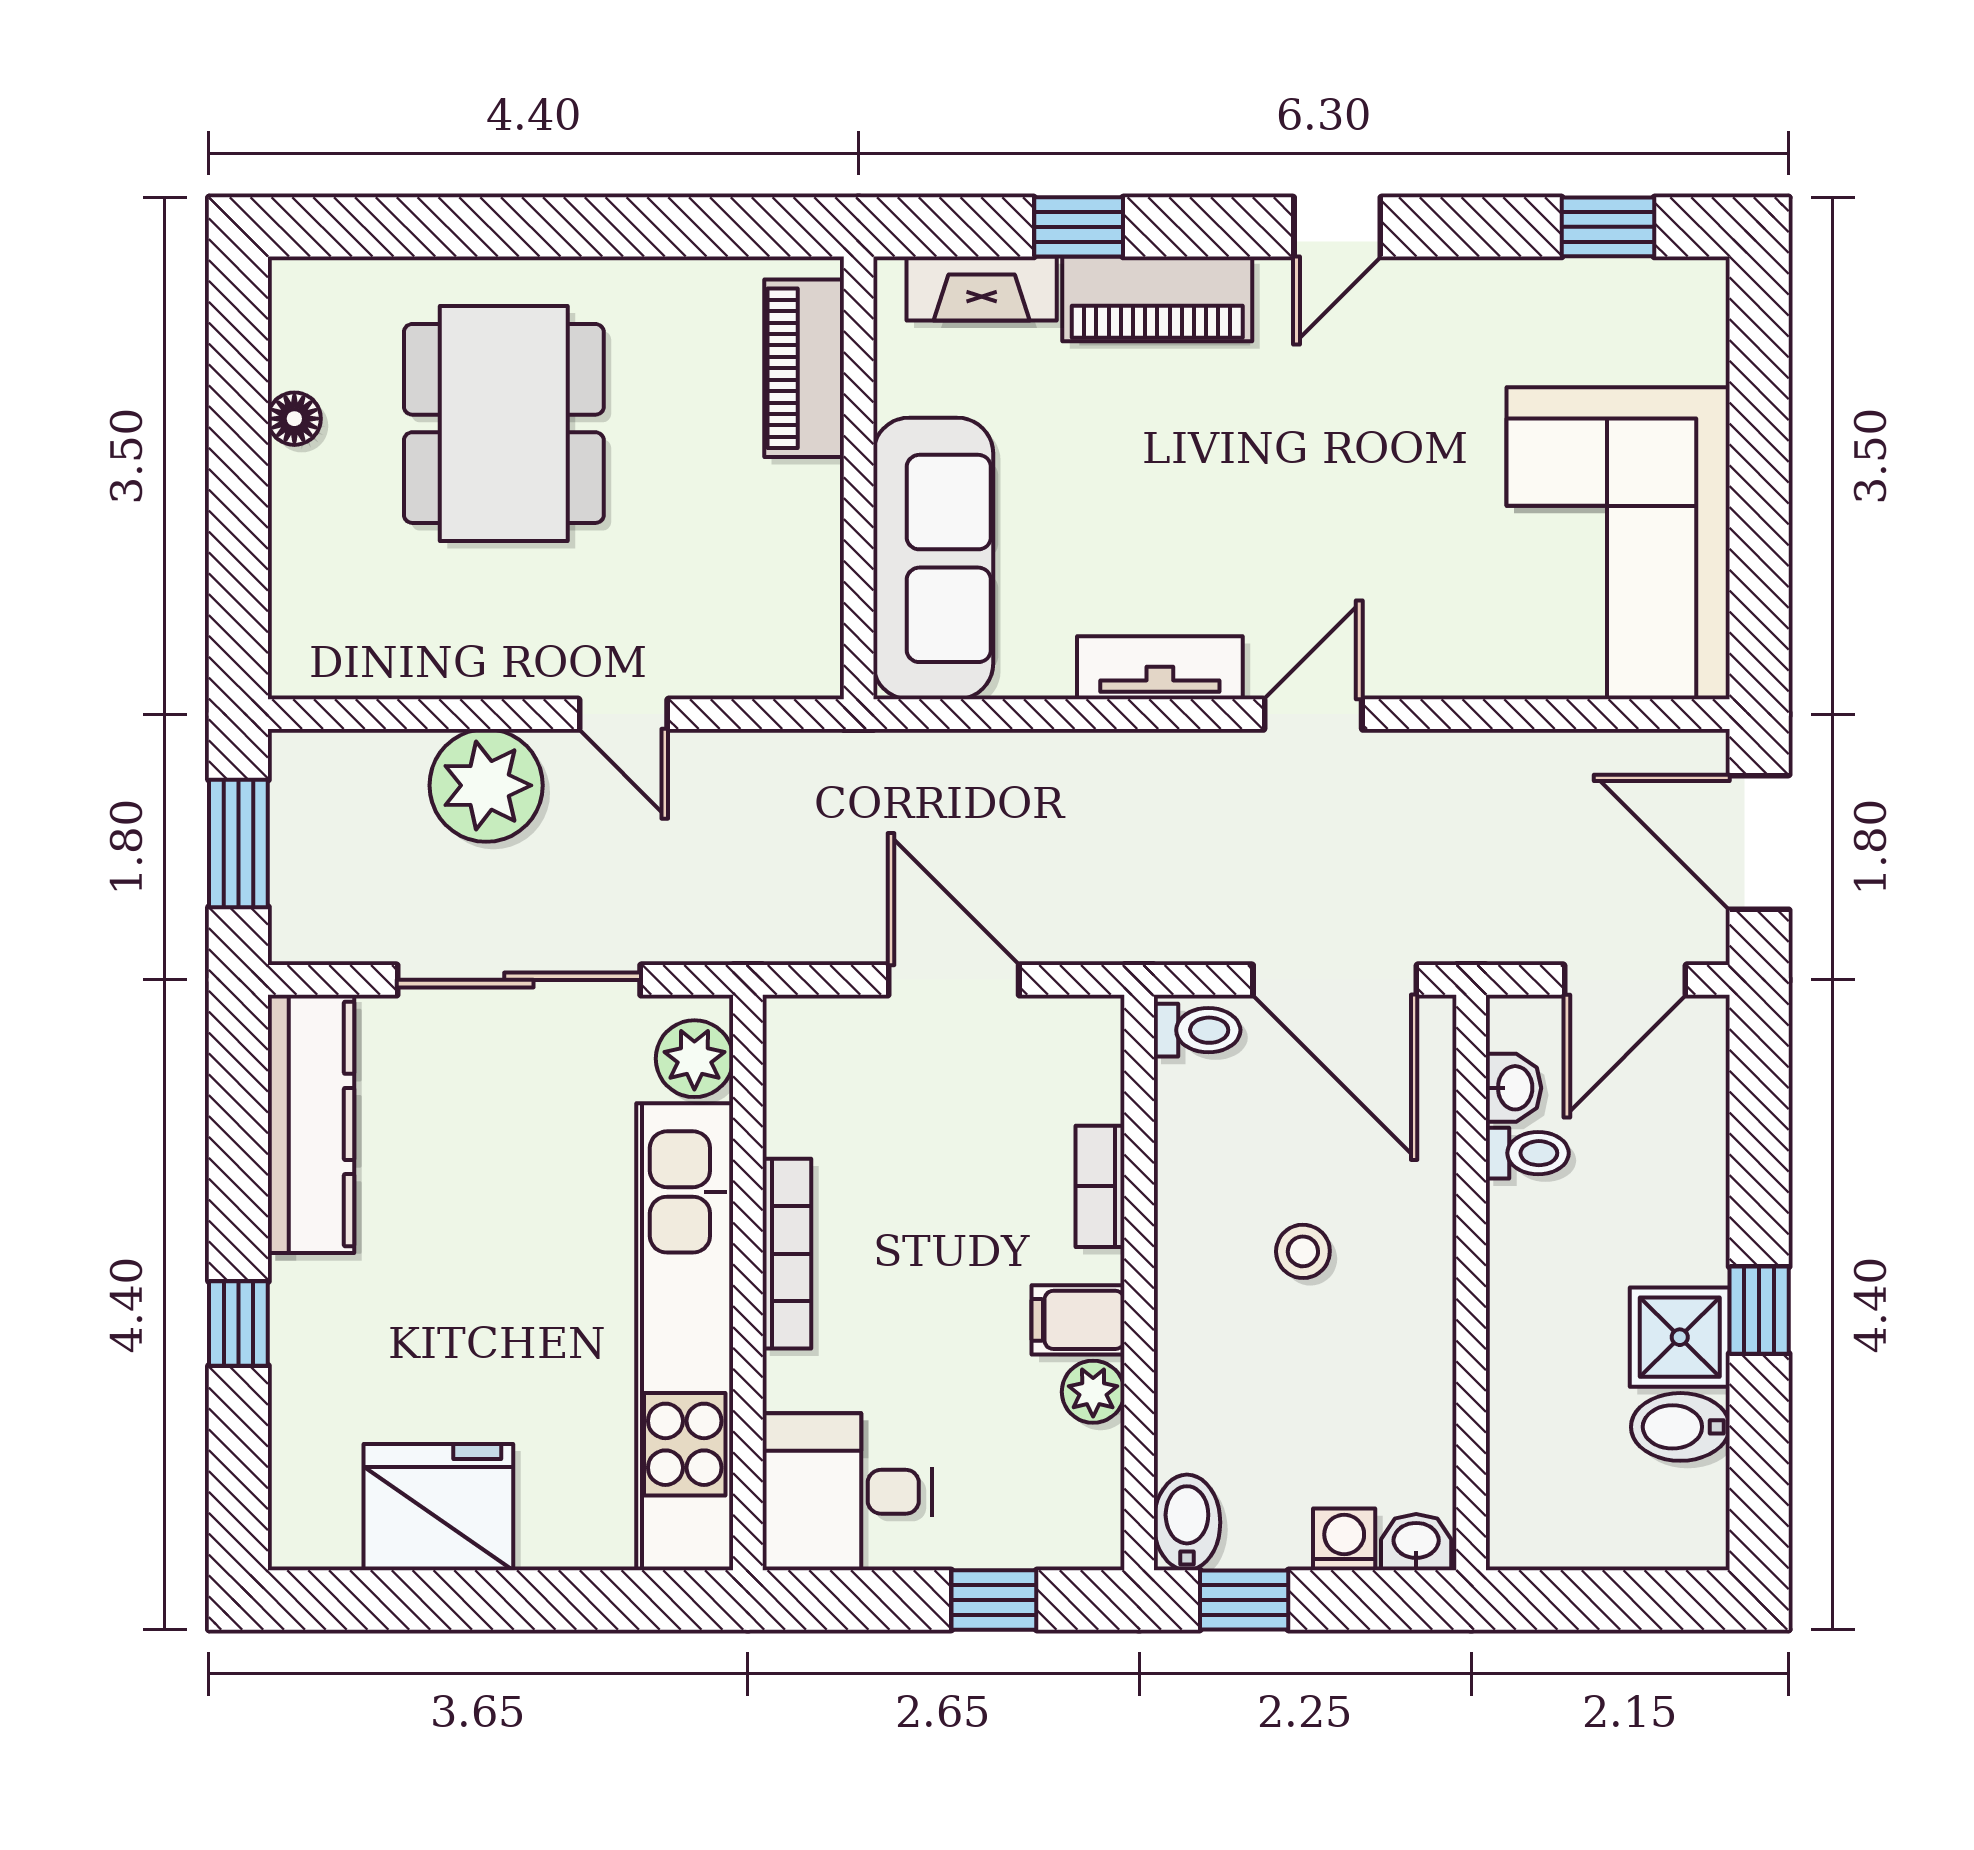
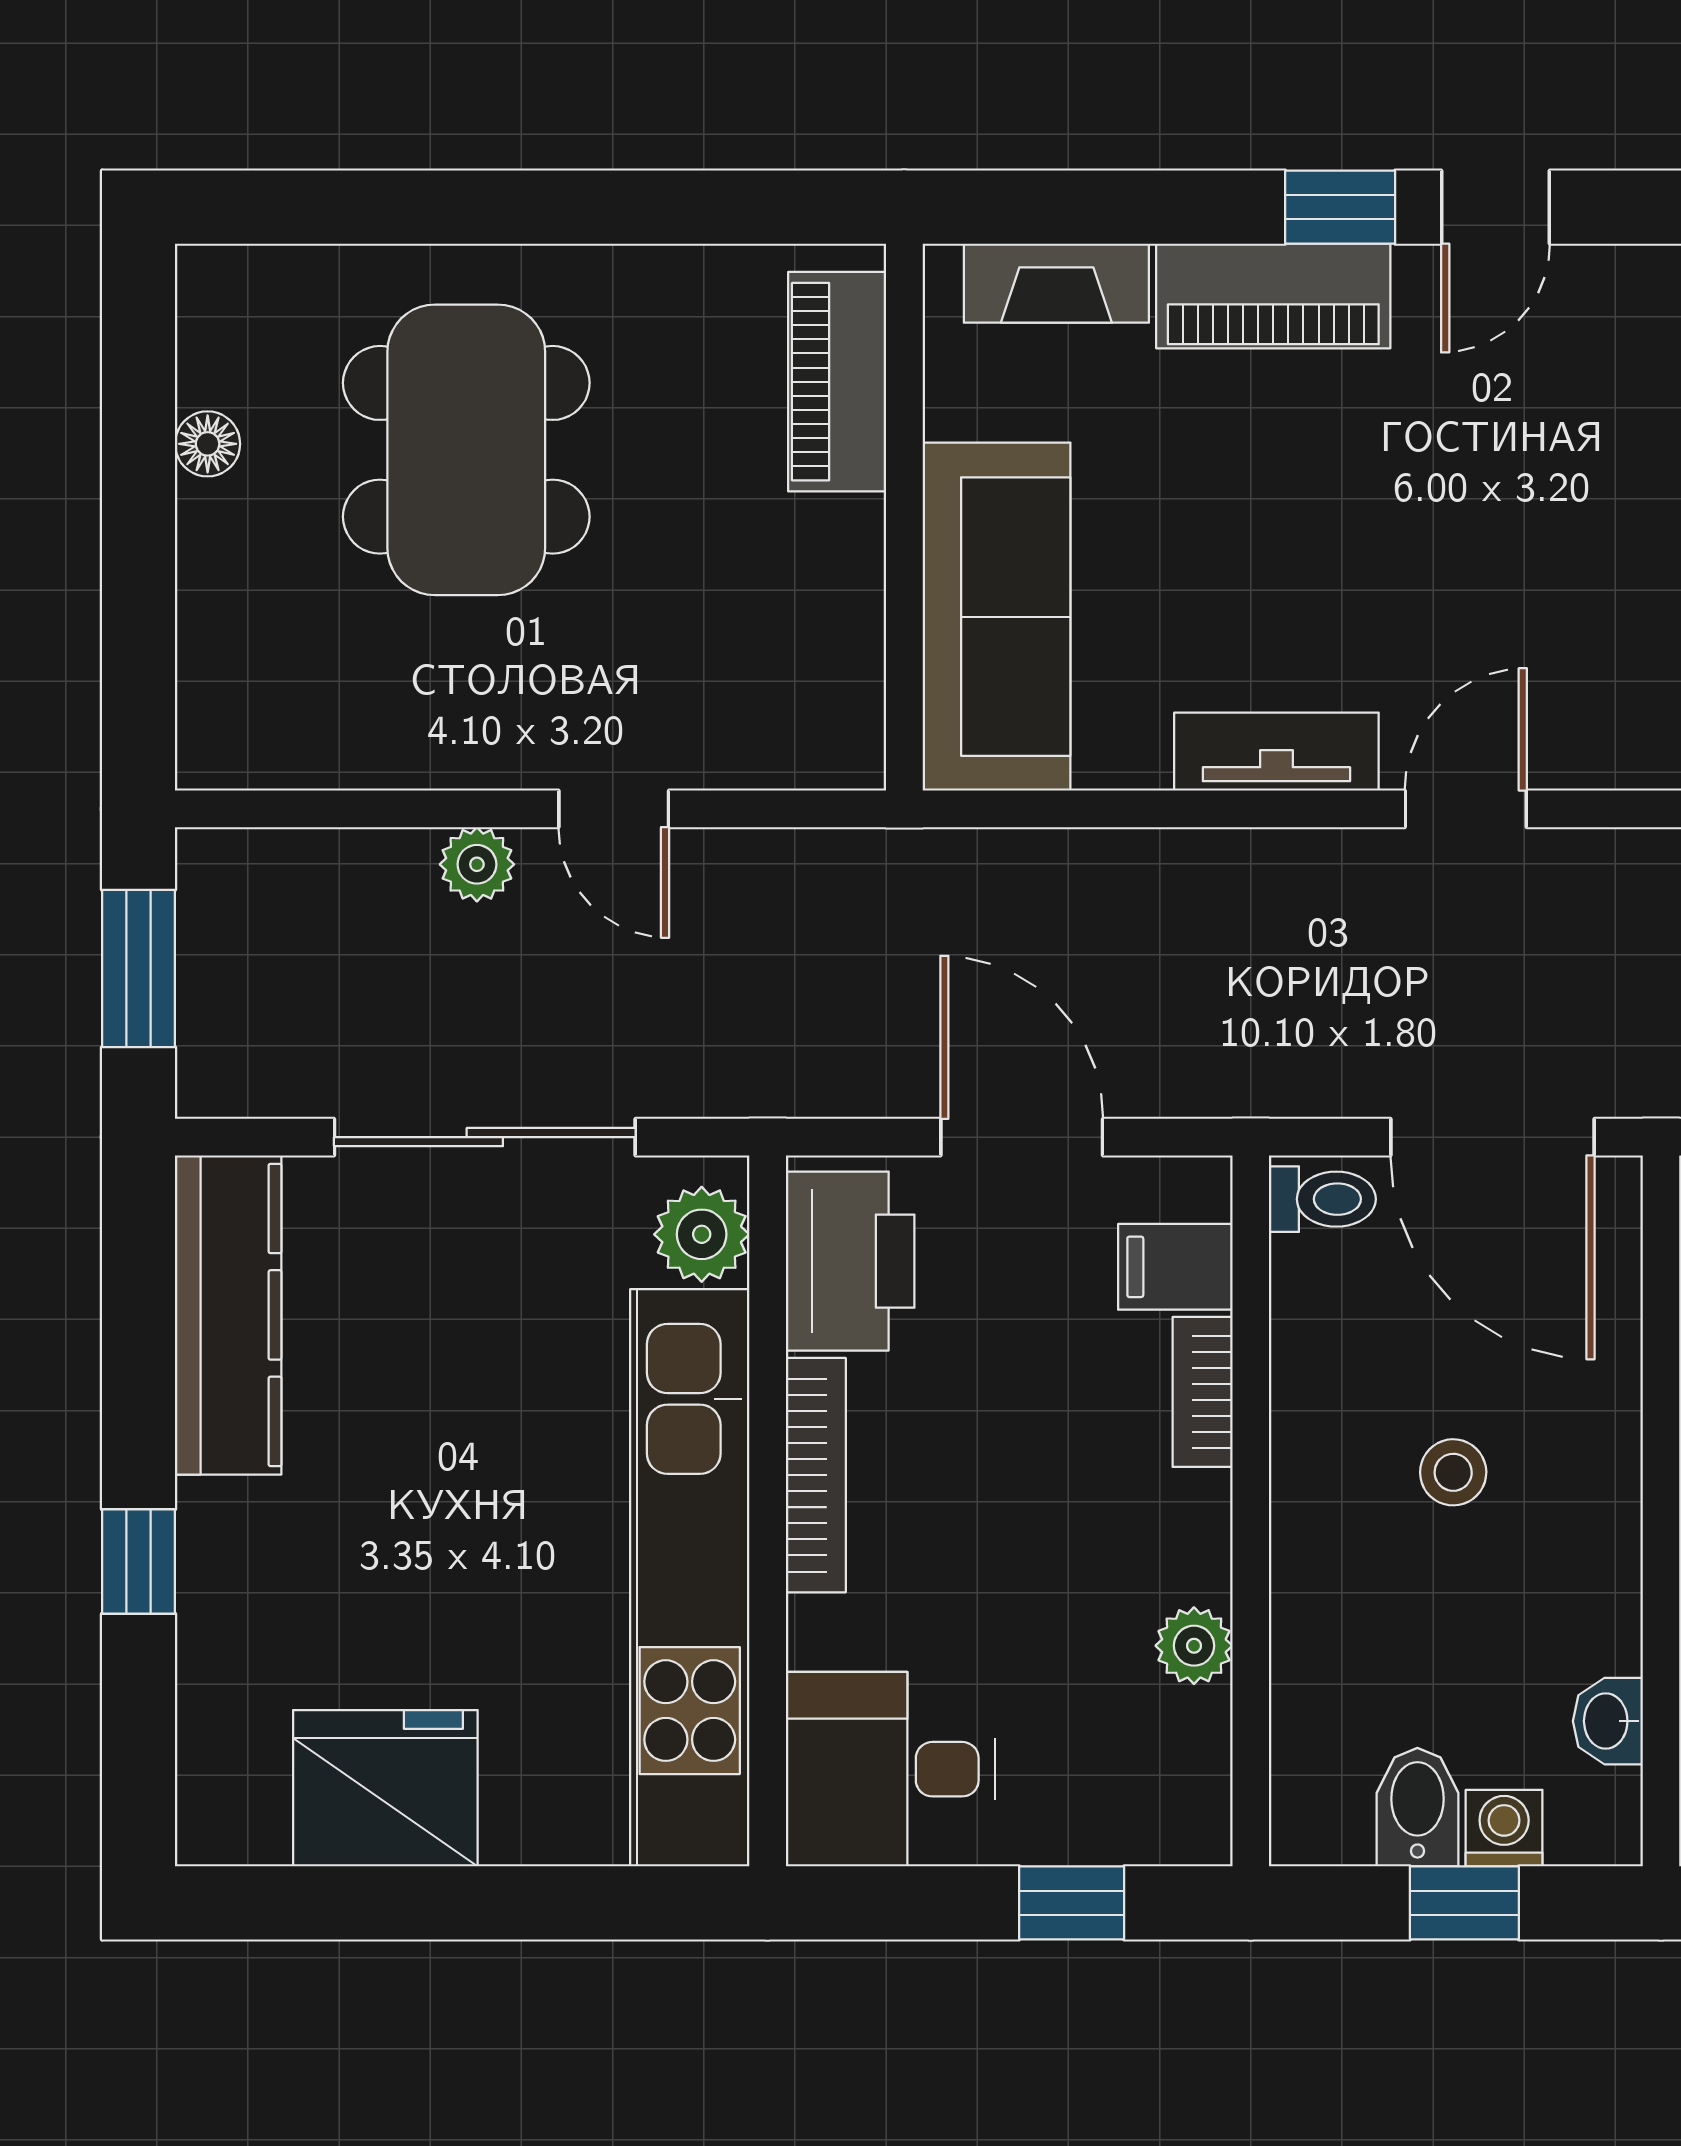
window: (1079, 227) -> (1340, 207), moved
plant: (486, 785) -> (477, 864), width x0.53, depth x0.53
printer: (815, 1080) -> (850, 1261), added
filing cabinet: (1078, 1320) -> (1175, 1267), moved
bidet: (1187, 1522) -> (1417, 1807), moved
washbasin: (1416, 1542) -> (1608, 1721), moved, turned -90
window: (1244, 1600) -> (1464, 1903), moved

